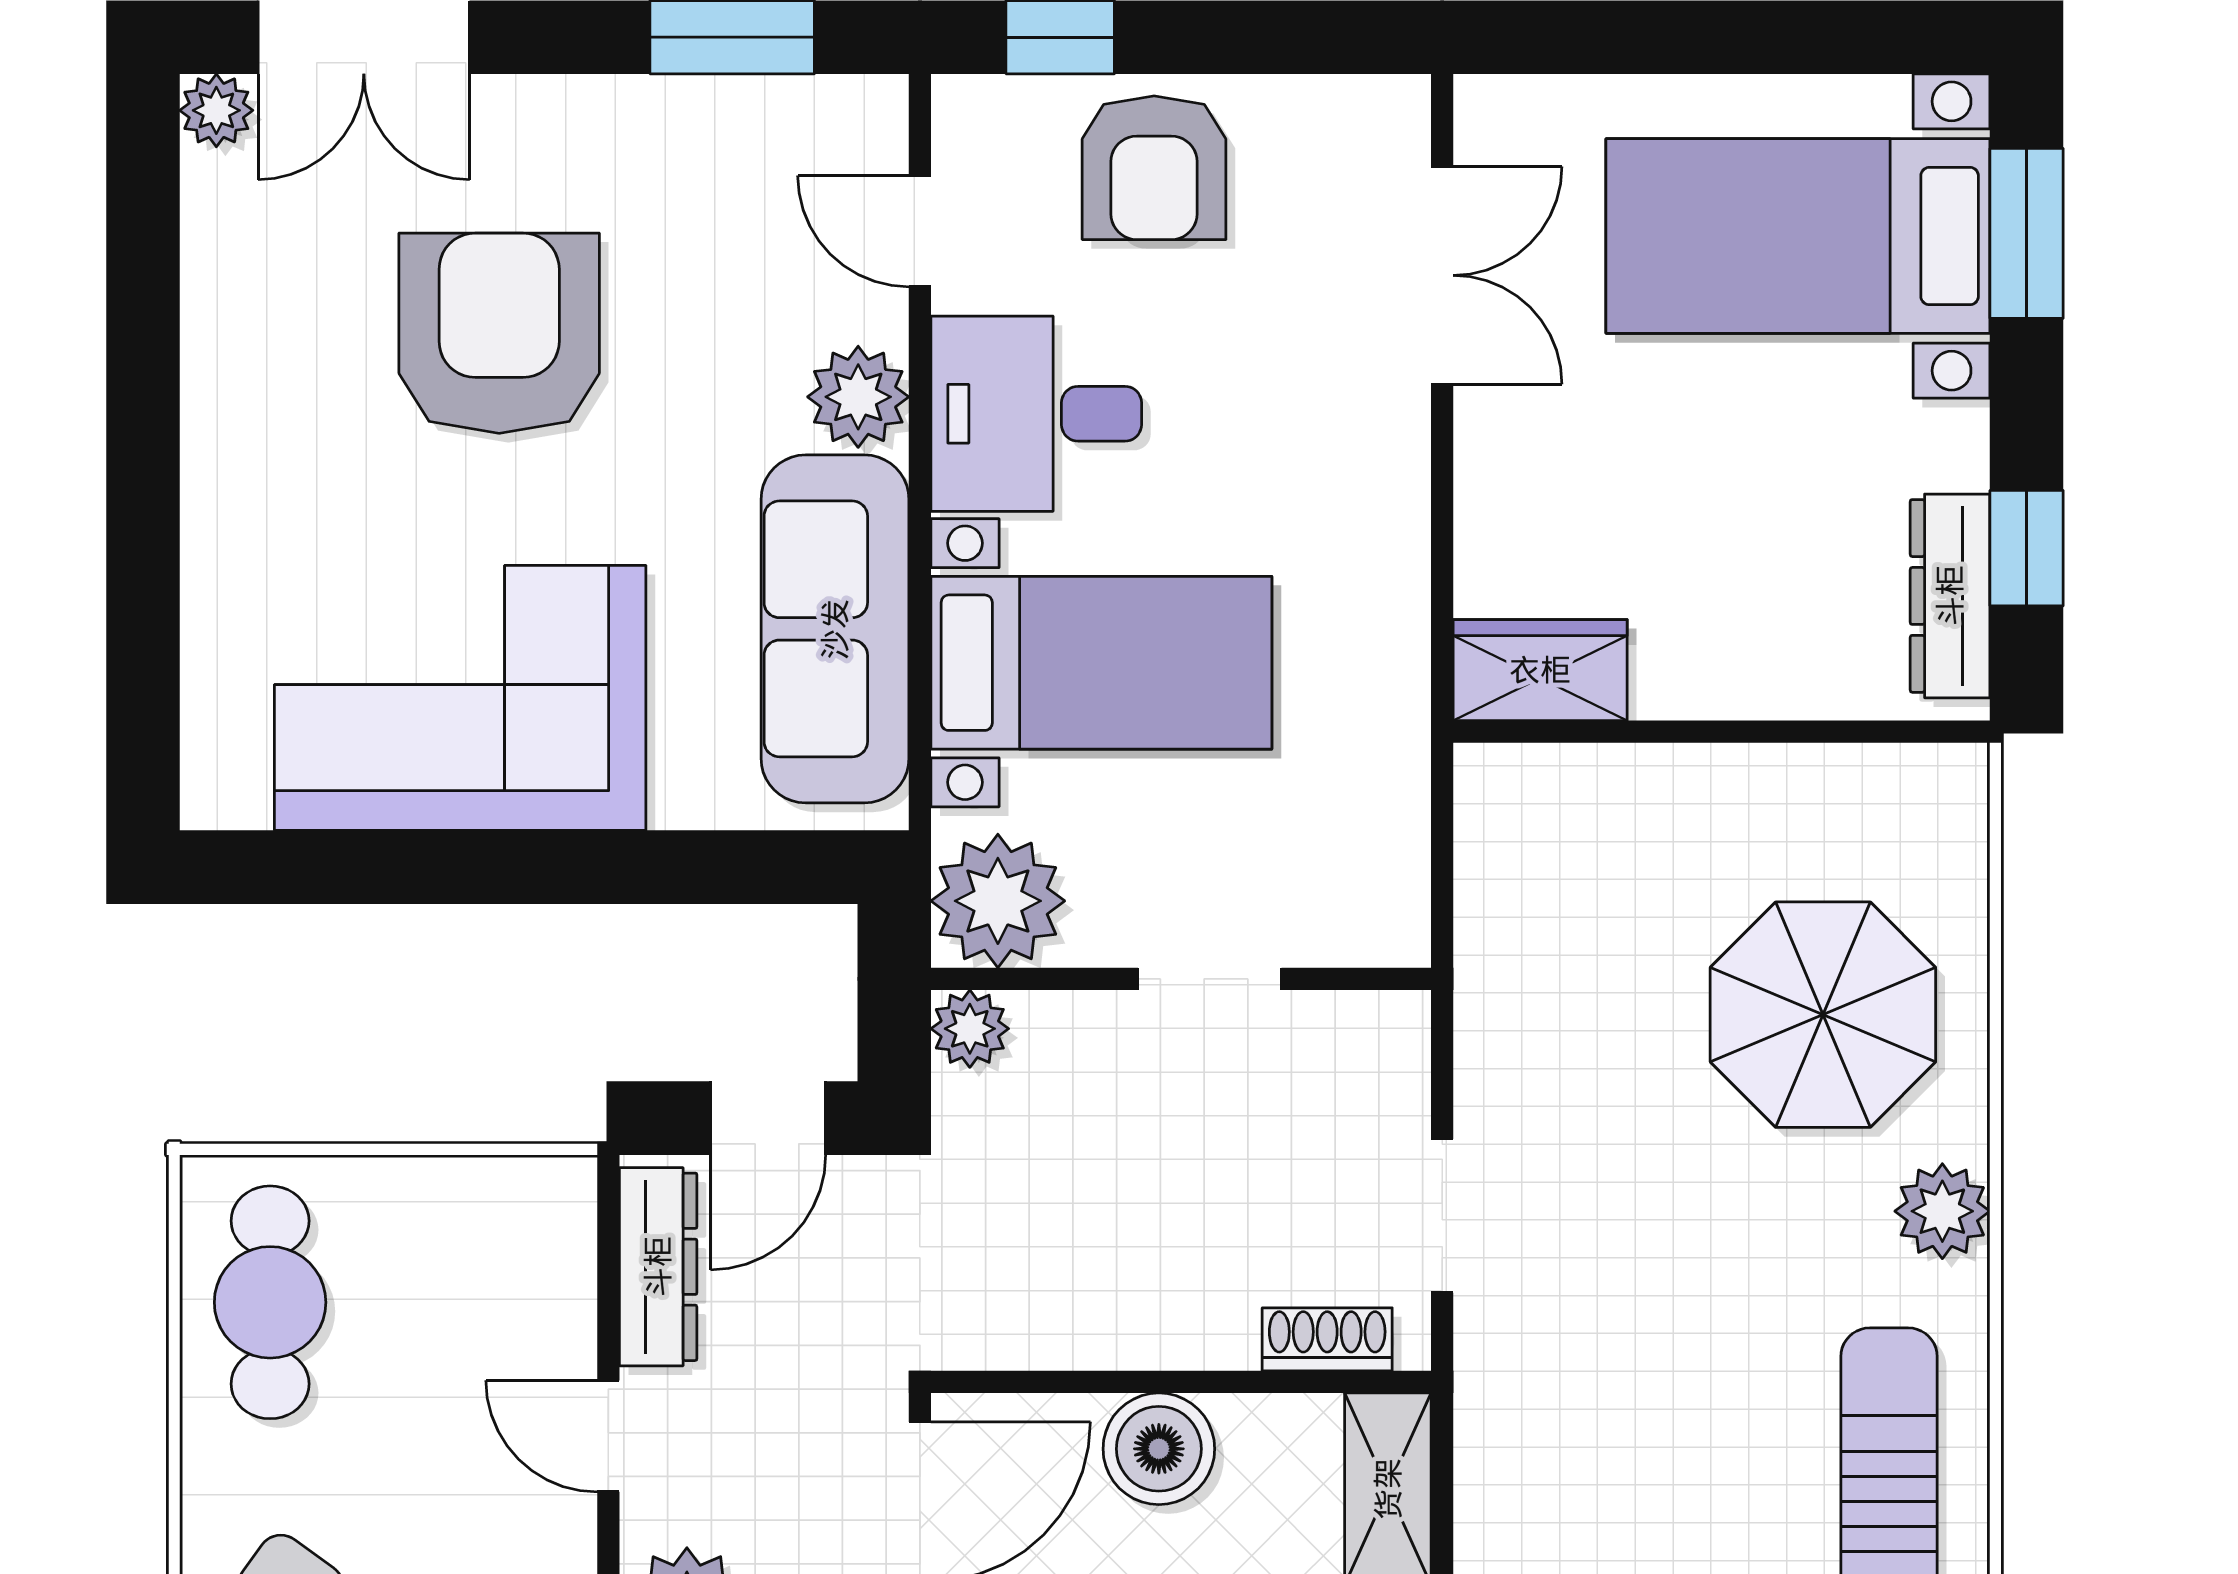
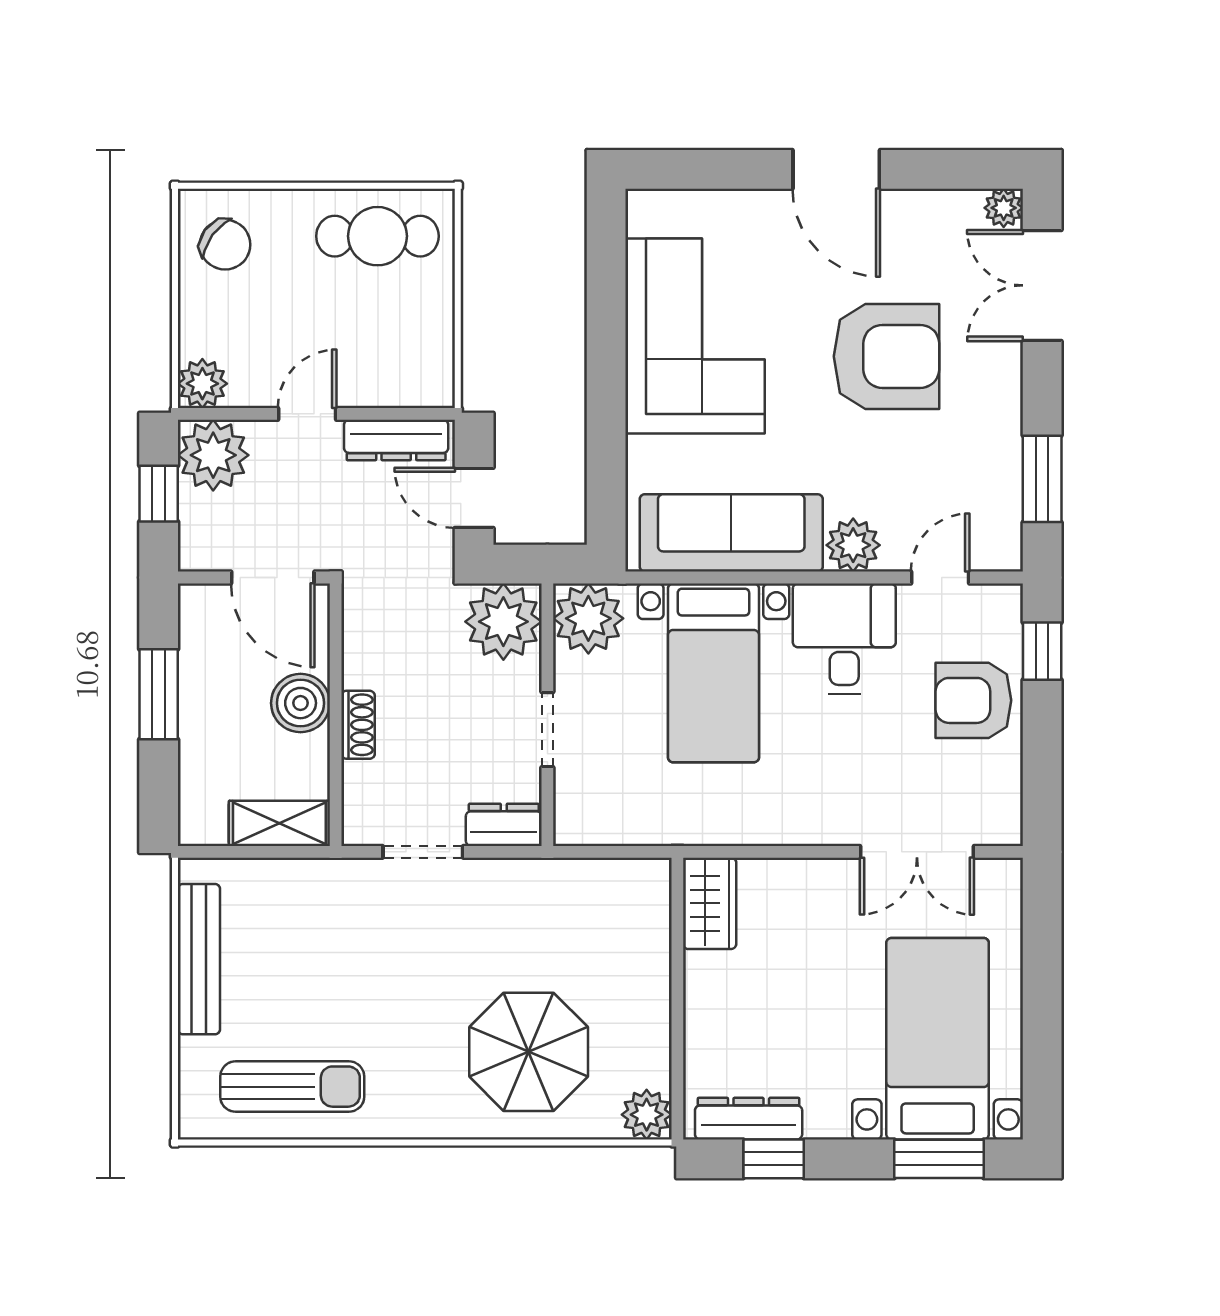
door: (143, 429) -> (836, 169), added
plant: (970, 1029) -> (503, 622), width x1.88, depth x1.88
dresser: (1391, 1062) -> (504, 825), added
plant: (1942, 1211) -> (647, 1115), moved
shoe rack: (1327, 1339) -> (358, 725), moved

